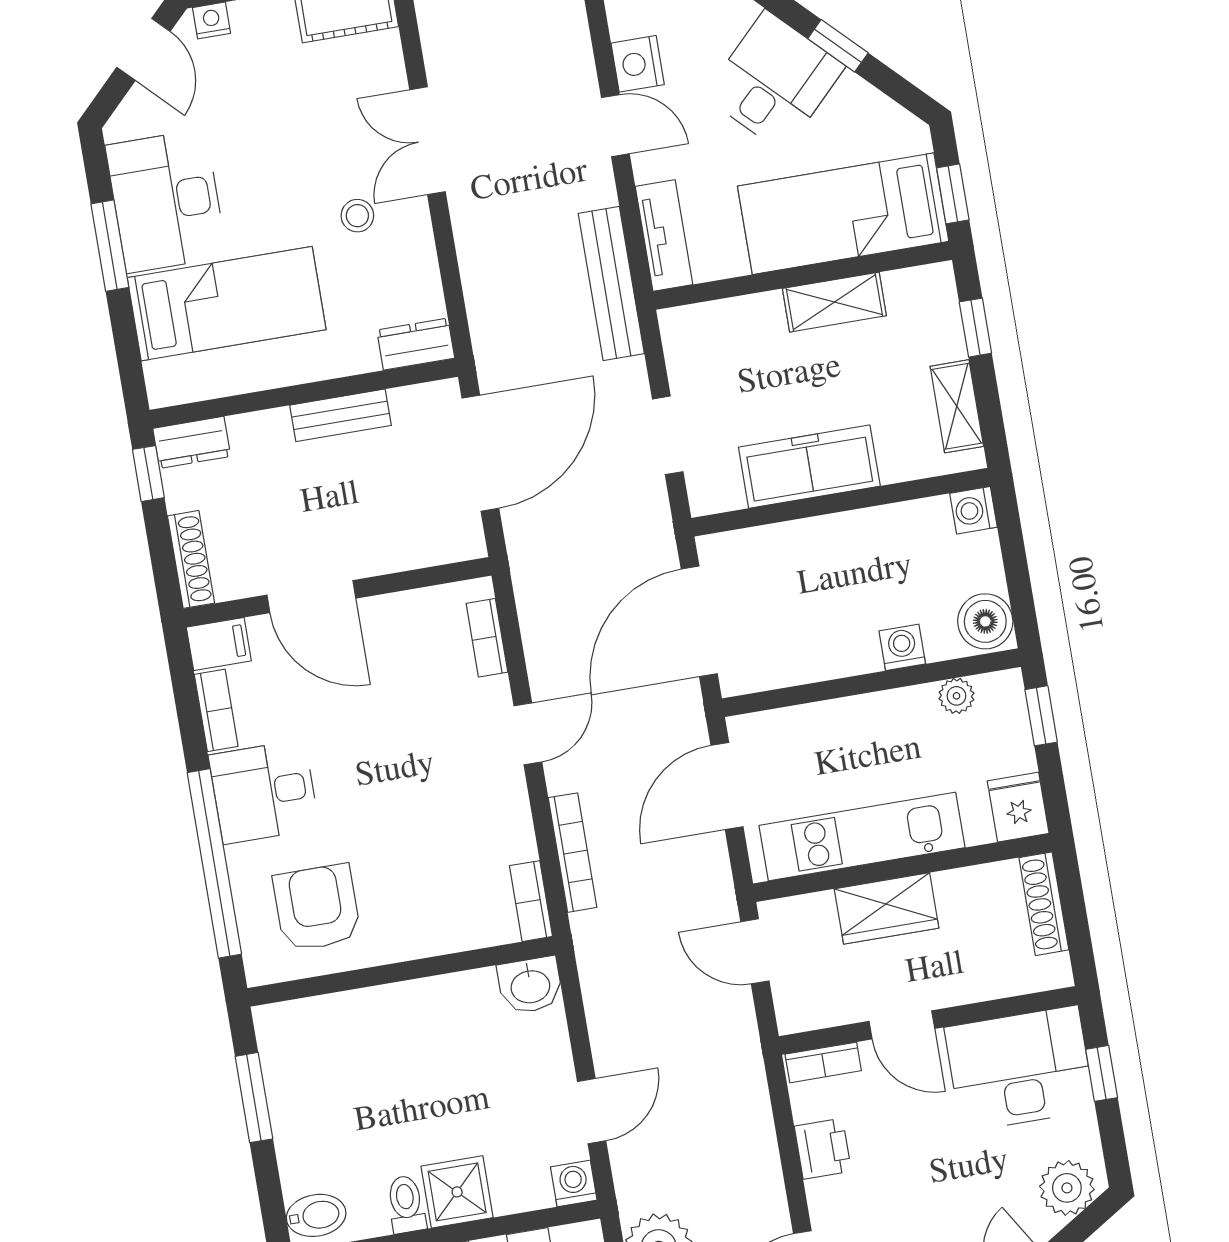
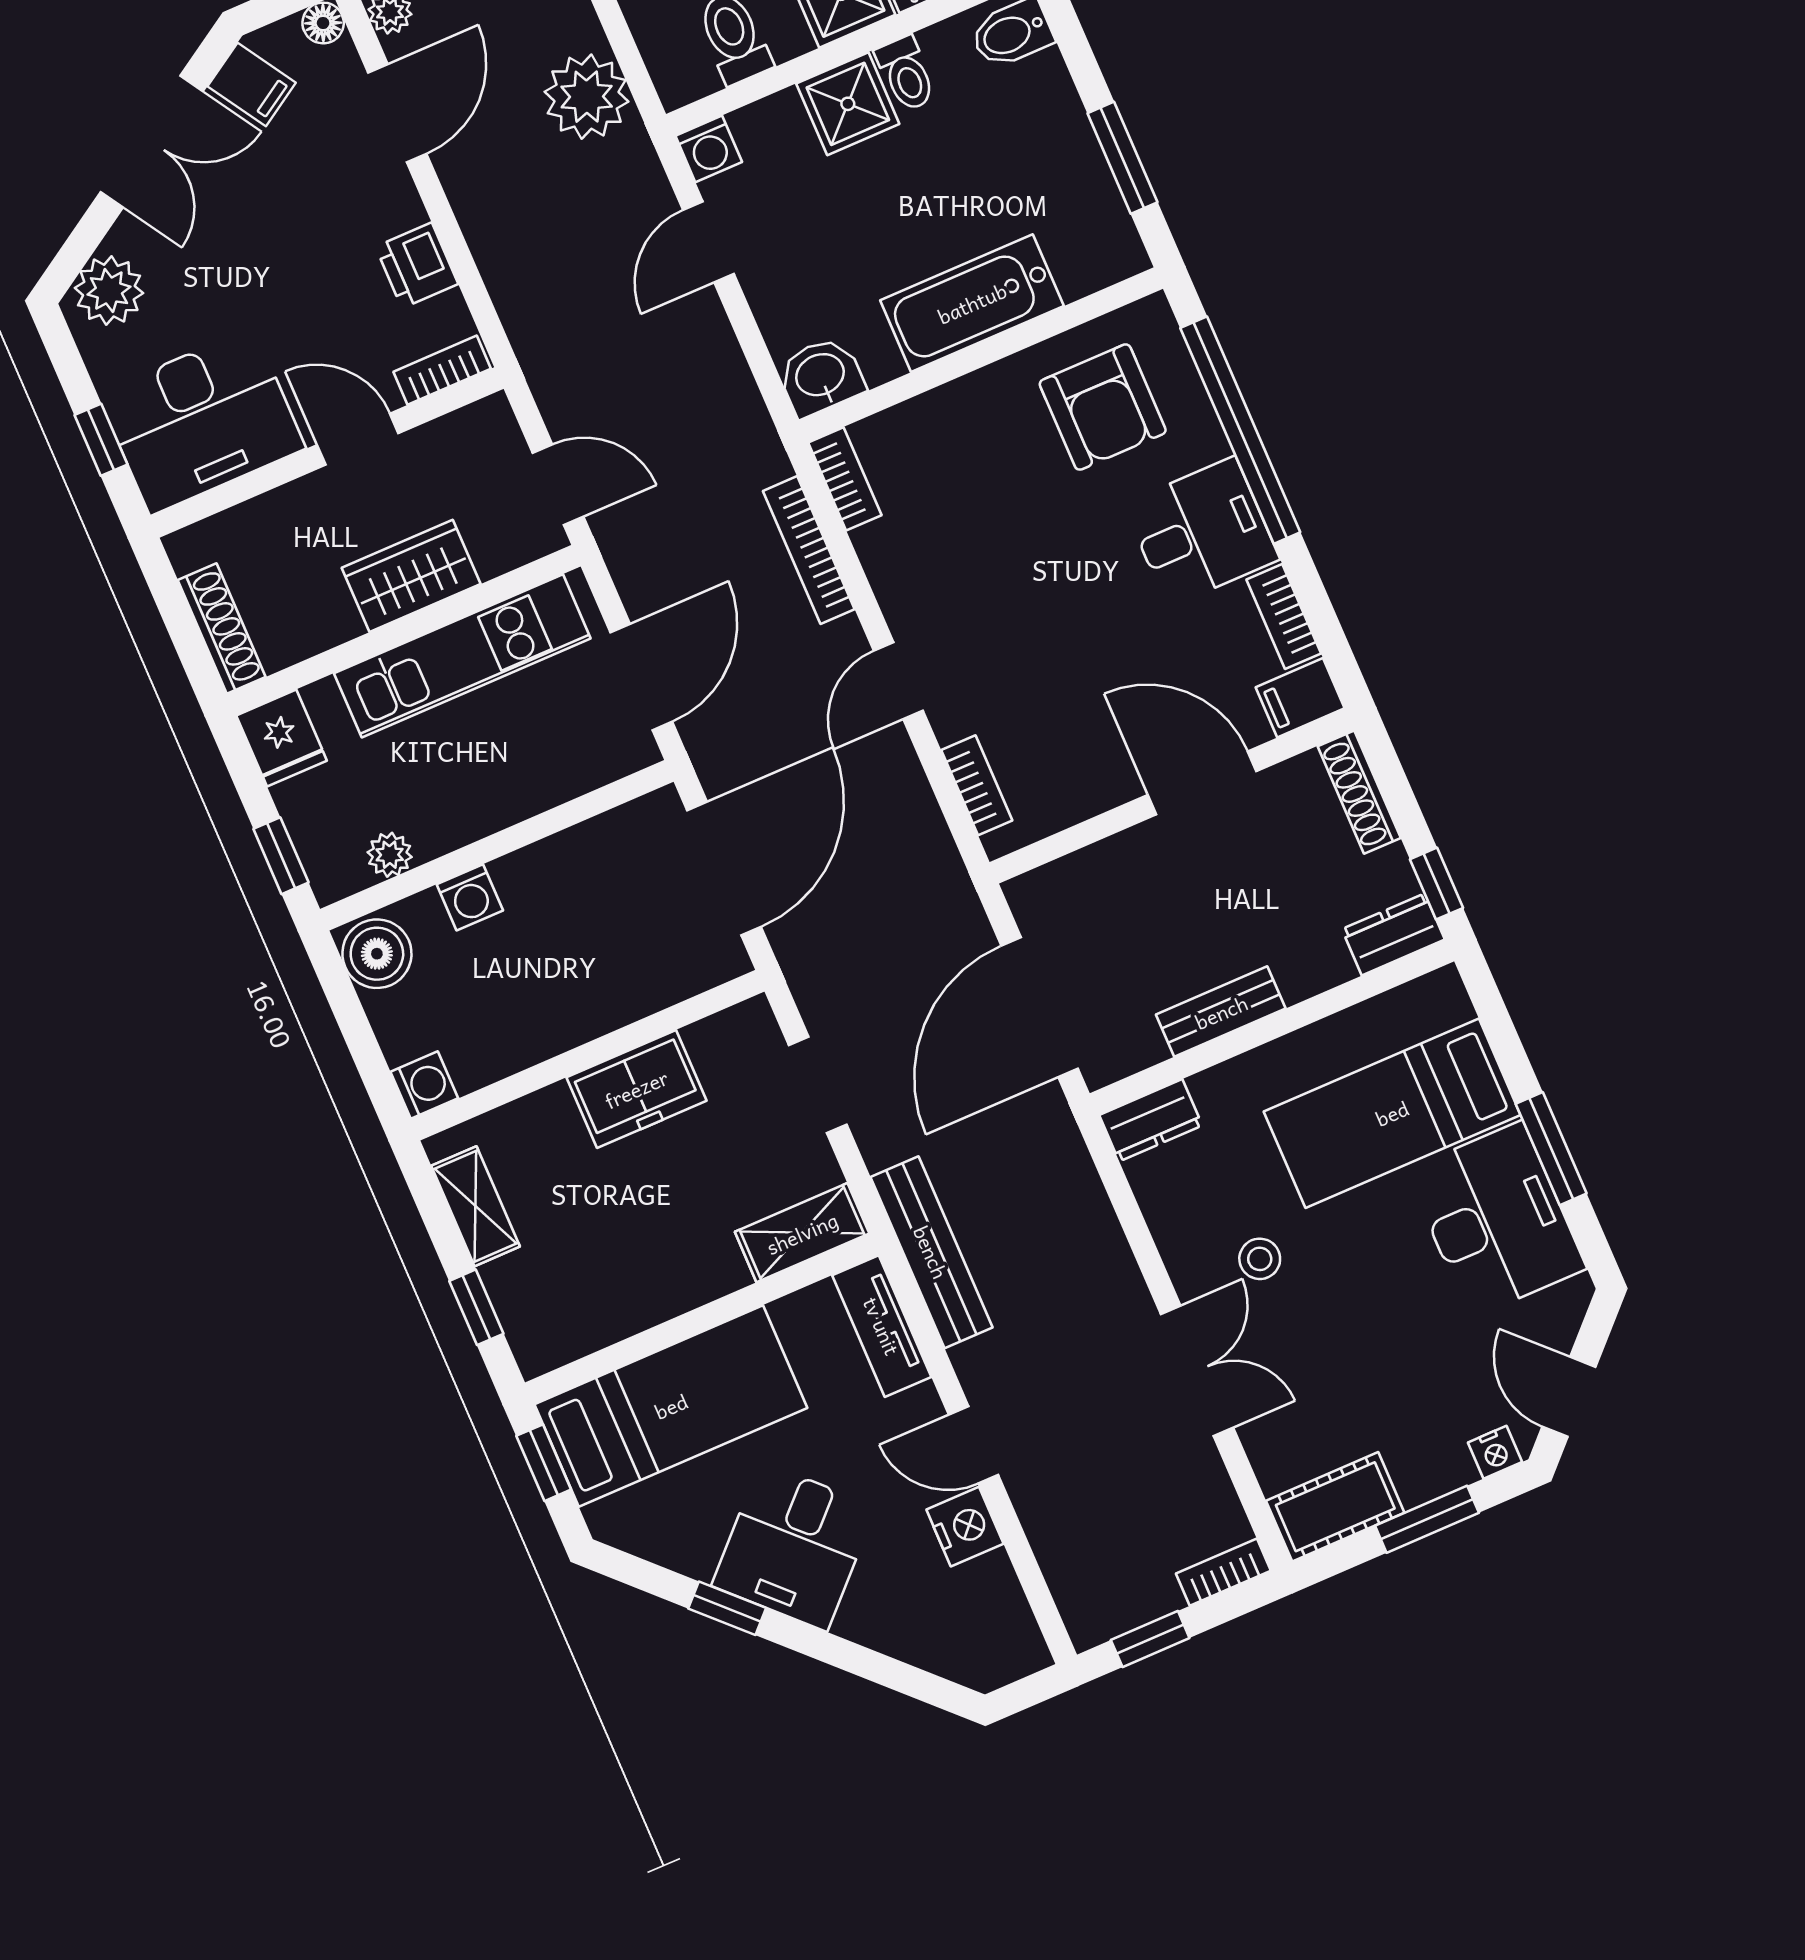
shelving: (834, 302) -> (802, 1233), moved
freezer: (809, 467) -> (636, 1089), width x0.71
bathtub: (399, 1013) -> (972, 303), added

